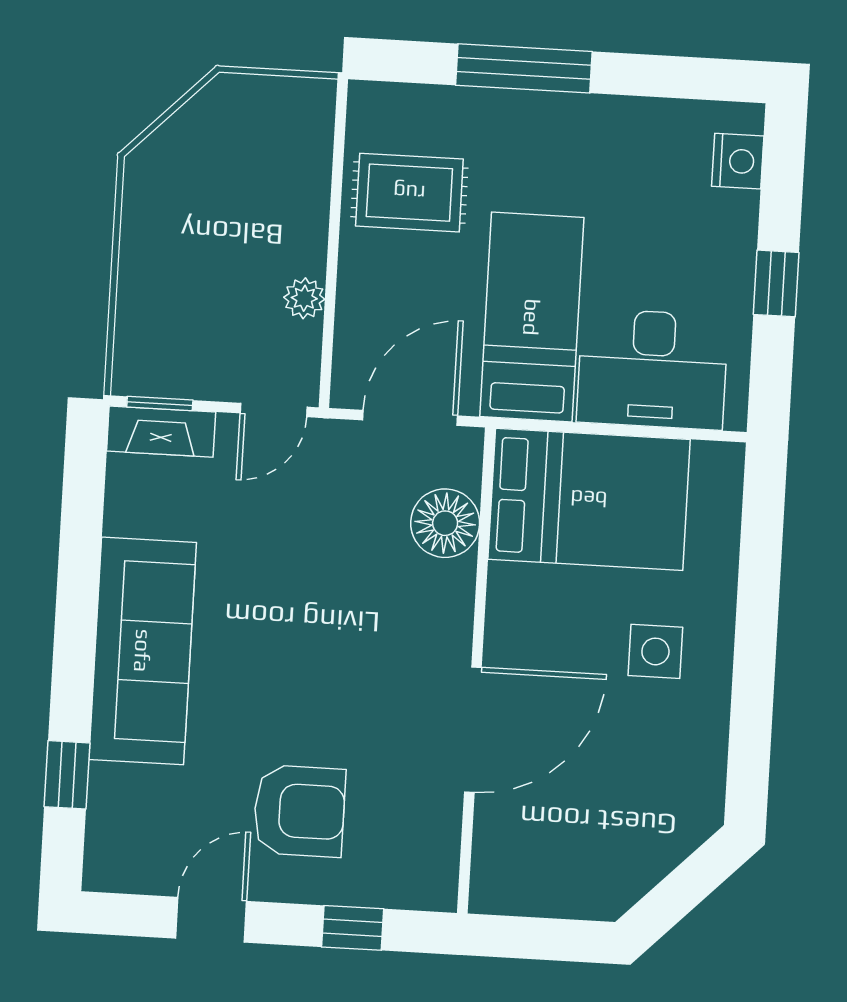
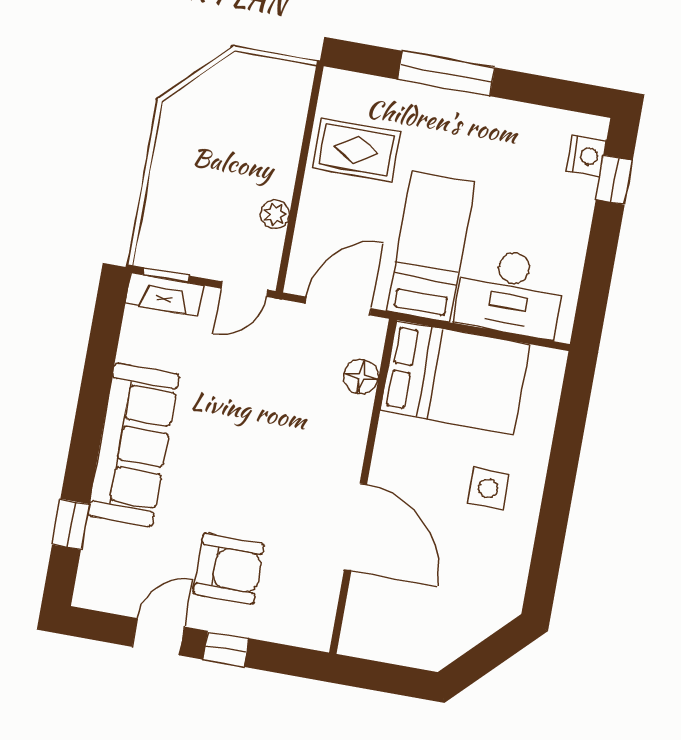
window: (776, 283) -> (614, 180), moved
floor lamp: (445, 523) -> (361, 376), width x0.73, depth x0.73
door: (473, 730) -> (355, 527), hinge flipped
window: (353, 928) -> (226, 649), moved

